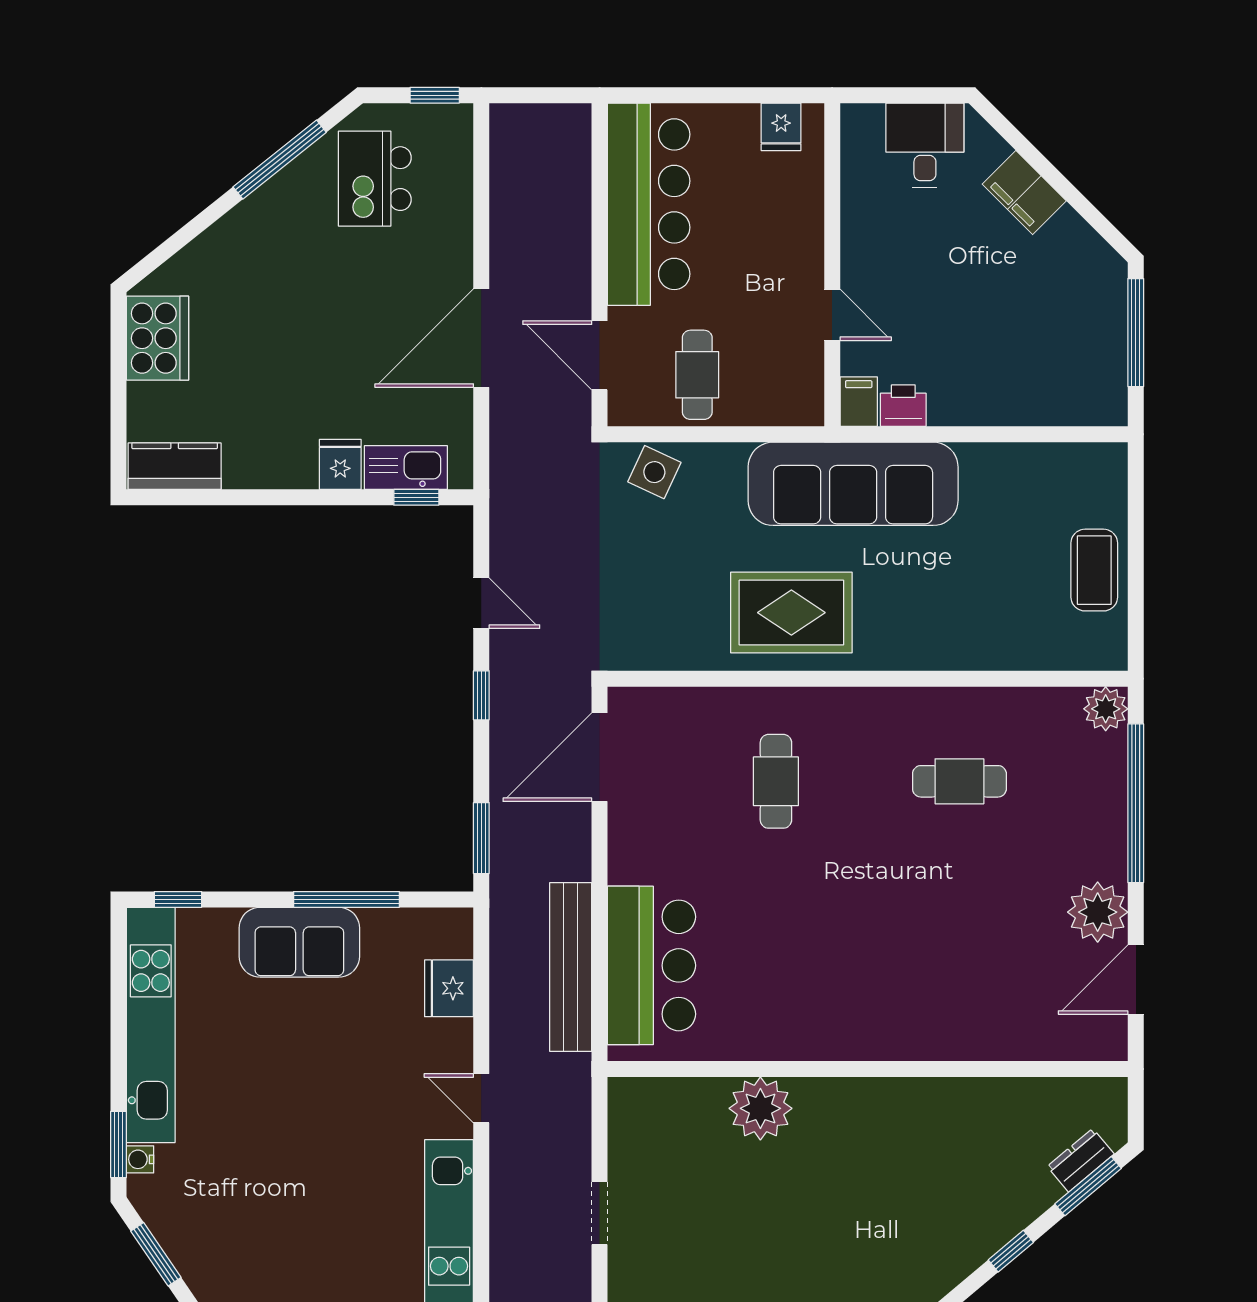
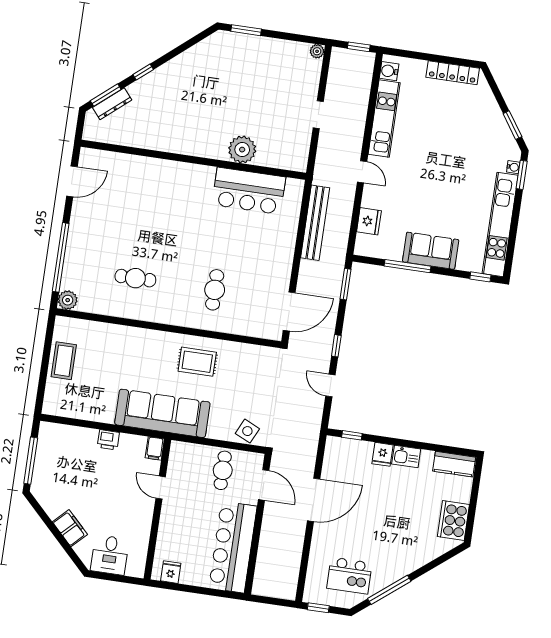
kitchen island: (375, 179) -> (349, 576), turned 90
printer: (903, 406) -> (108, 440), moved
kitchen sink: (406, 468) -> (406, 456), moved, width x0.73
rug: (791, 613) -> (197, 362), width x0.73, depth x0.70
plant: (1098, 912) -> (84, 213), removed
bar counter: (652, 965) -> (249, 191), moved, turned -90
dresser: (1081, 1160) -> (112, 104), width x1.44

